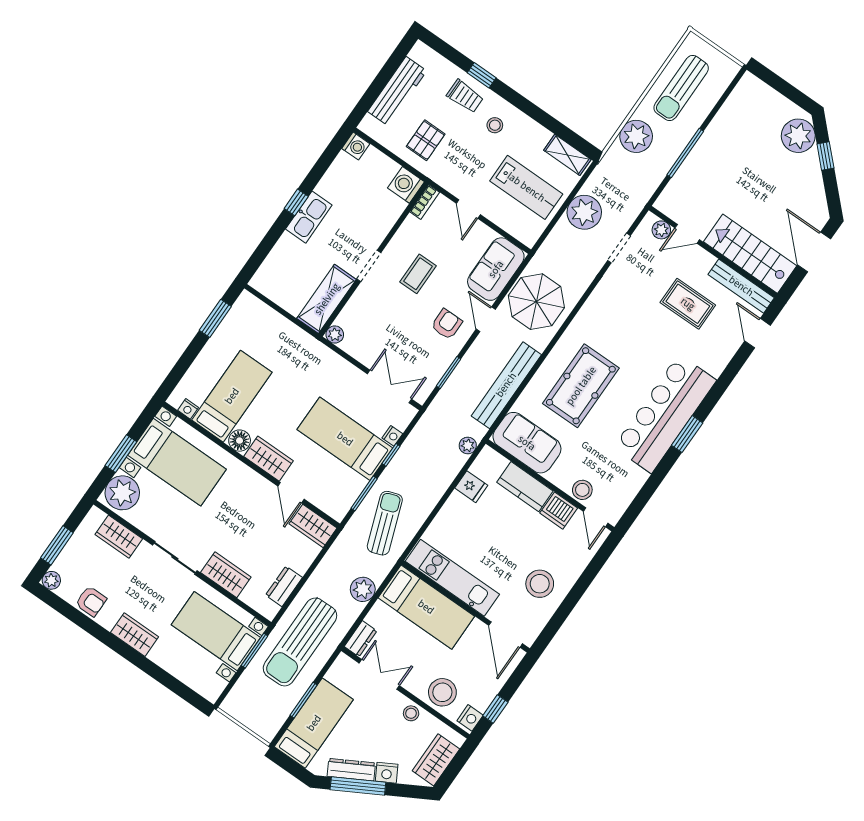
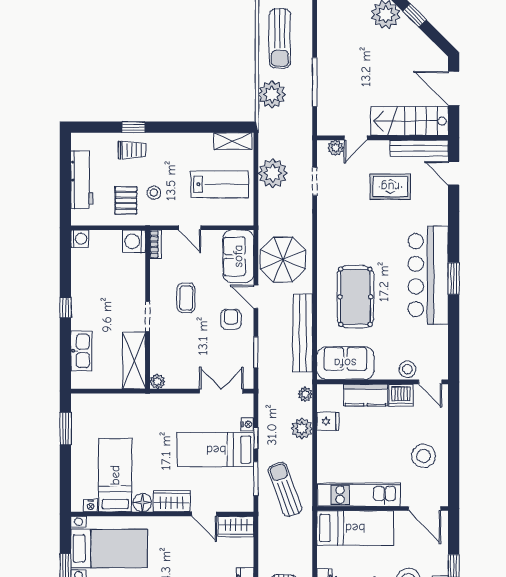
stool: (495, 125) -> (154, 193), moved
kitchen sink: (309, 217) -> (81, 351), moved
plant: (363, 589) -> (302, 429), moved

